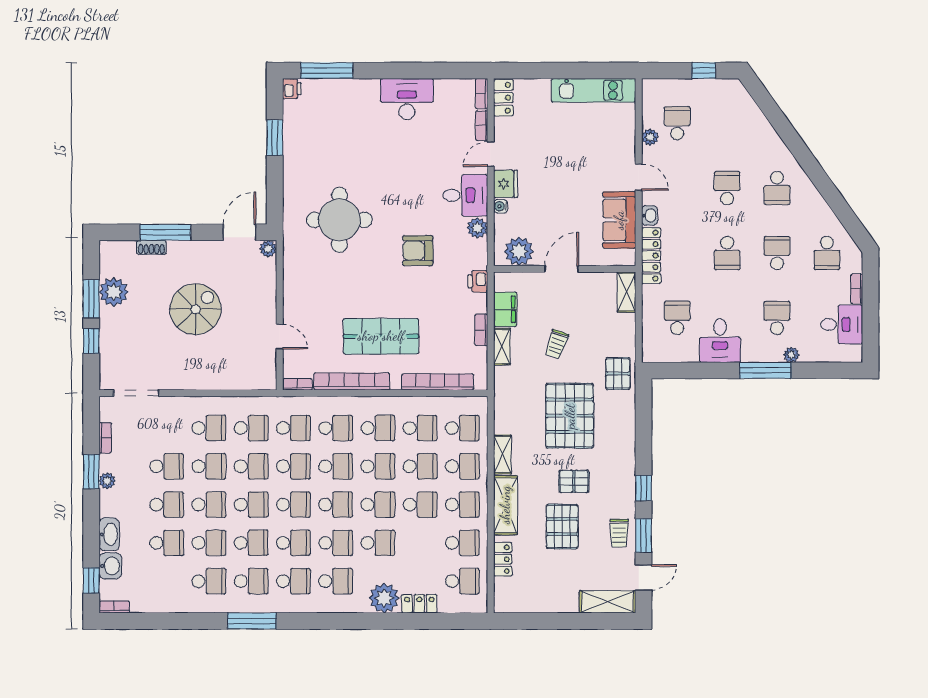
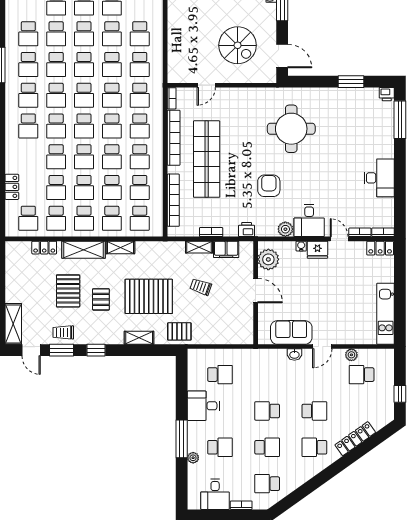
school desk: (677, 123) -> (362, 375), turned 180
plant: (268, 249) -> (270, 77), removed
locker: (651, 256) -> (355, 439), moved, turned 145
shelving: (627, 292) -> (139, 338), moved
spiral stairs: (196, 309) -> (238, 45), moved
shop shelf: (381, 336) -> (207, 159), width x1.40
pallet: (562, 527) -> (68, 291), turned 90
school desk: (420, 543) -> (56, 187), added
plant: (384, 598) -> (16, 161), removed

